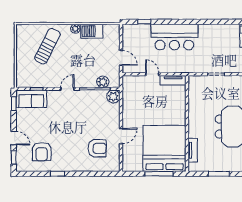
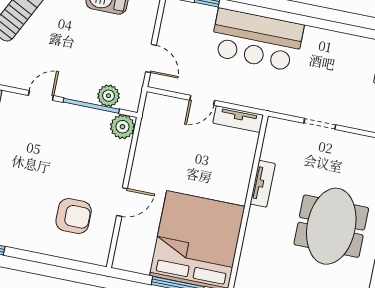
door: (152, 74) -> (202, 100), swing flipped
tv unit: (193, 150) -> (263, 184), moved

